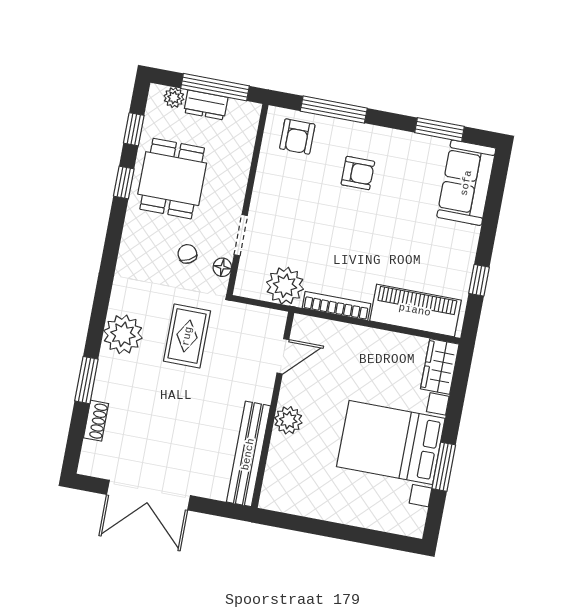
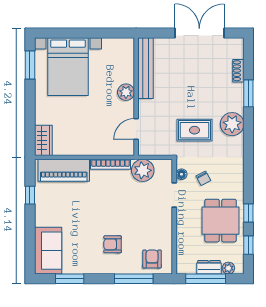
rug: (187, 336) -> (194, 130), turned 90
bed with nightstands: (391, 443) -> (68, 67), moved, turned 90
window: (444, 467) -> (30, 65), moved

